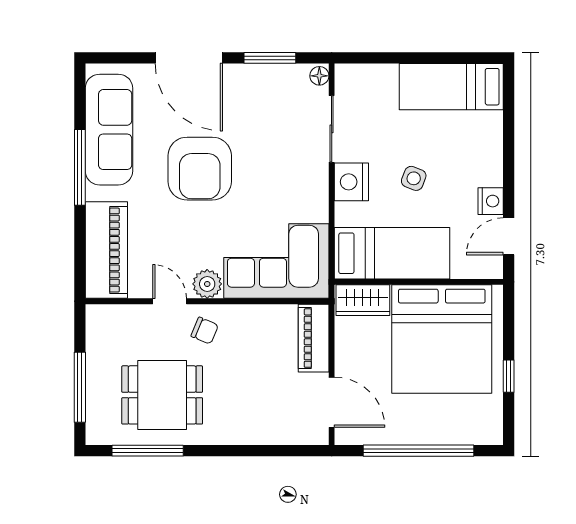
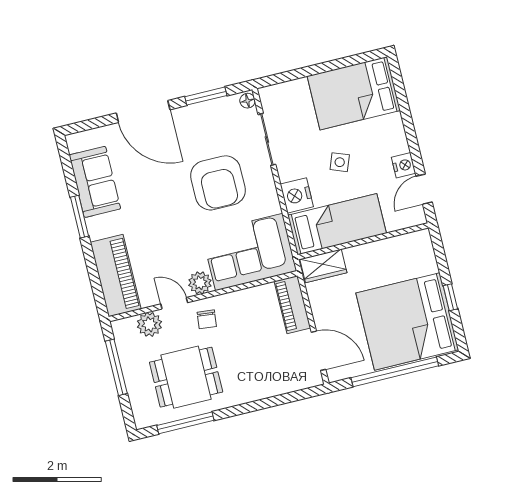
bed: (451, 87) -> (354, 93), width x1.50
sofa: (109, 130) -> (95, 182), width x0.73
window: (80, 167) -> (79, 217), width x0.69
armchair: (200, 169) -> (218, 183), moved
nightstand: (351, 182) -> (297, 195), moved
plant: (133, 320) -> (149, 324), added
chair: (205, 331) -> (207, 319), turned 73
bed: (442, 339) -> (407, 321), moved, turned 90
window: (80, 387) -> (116, 367), moved

